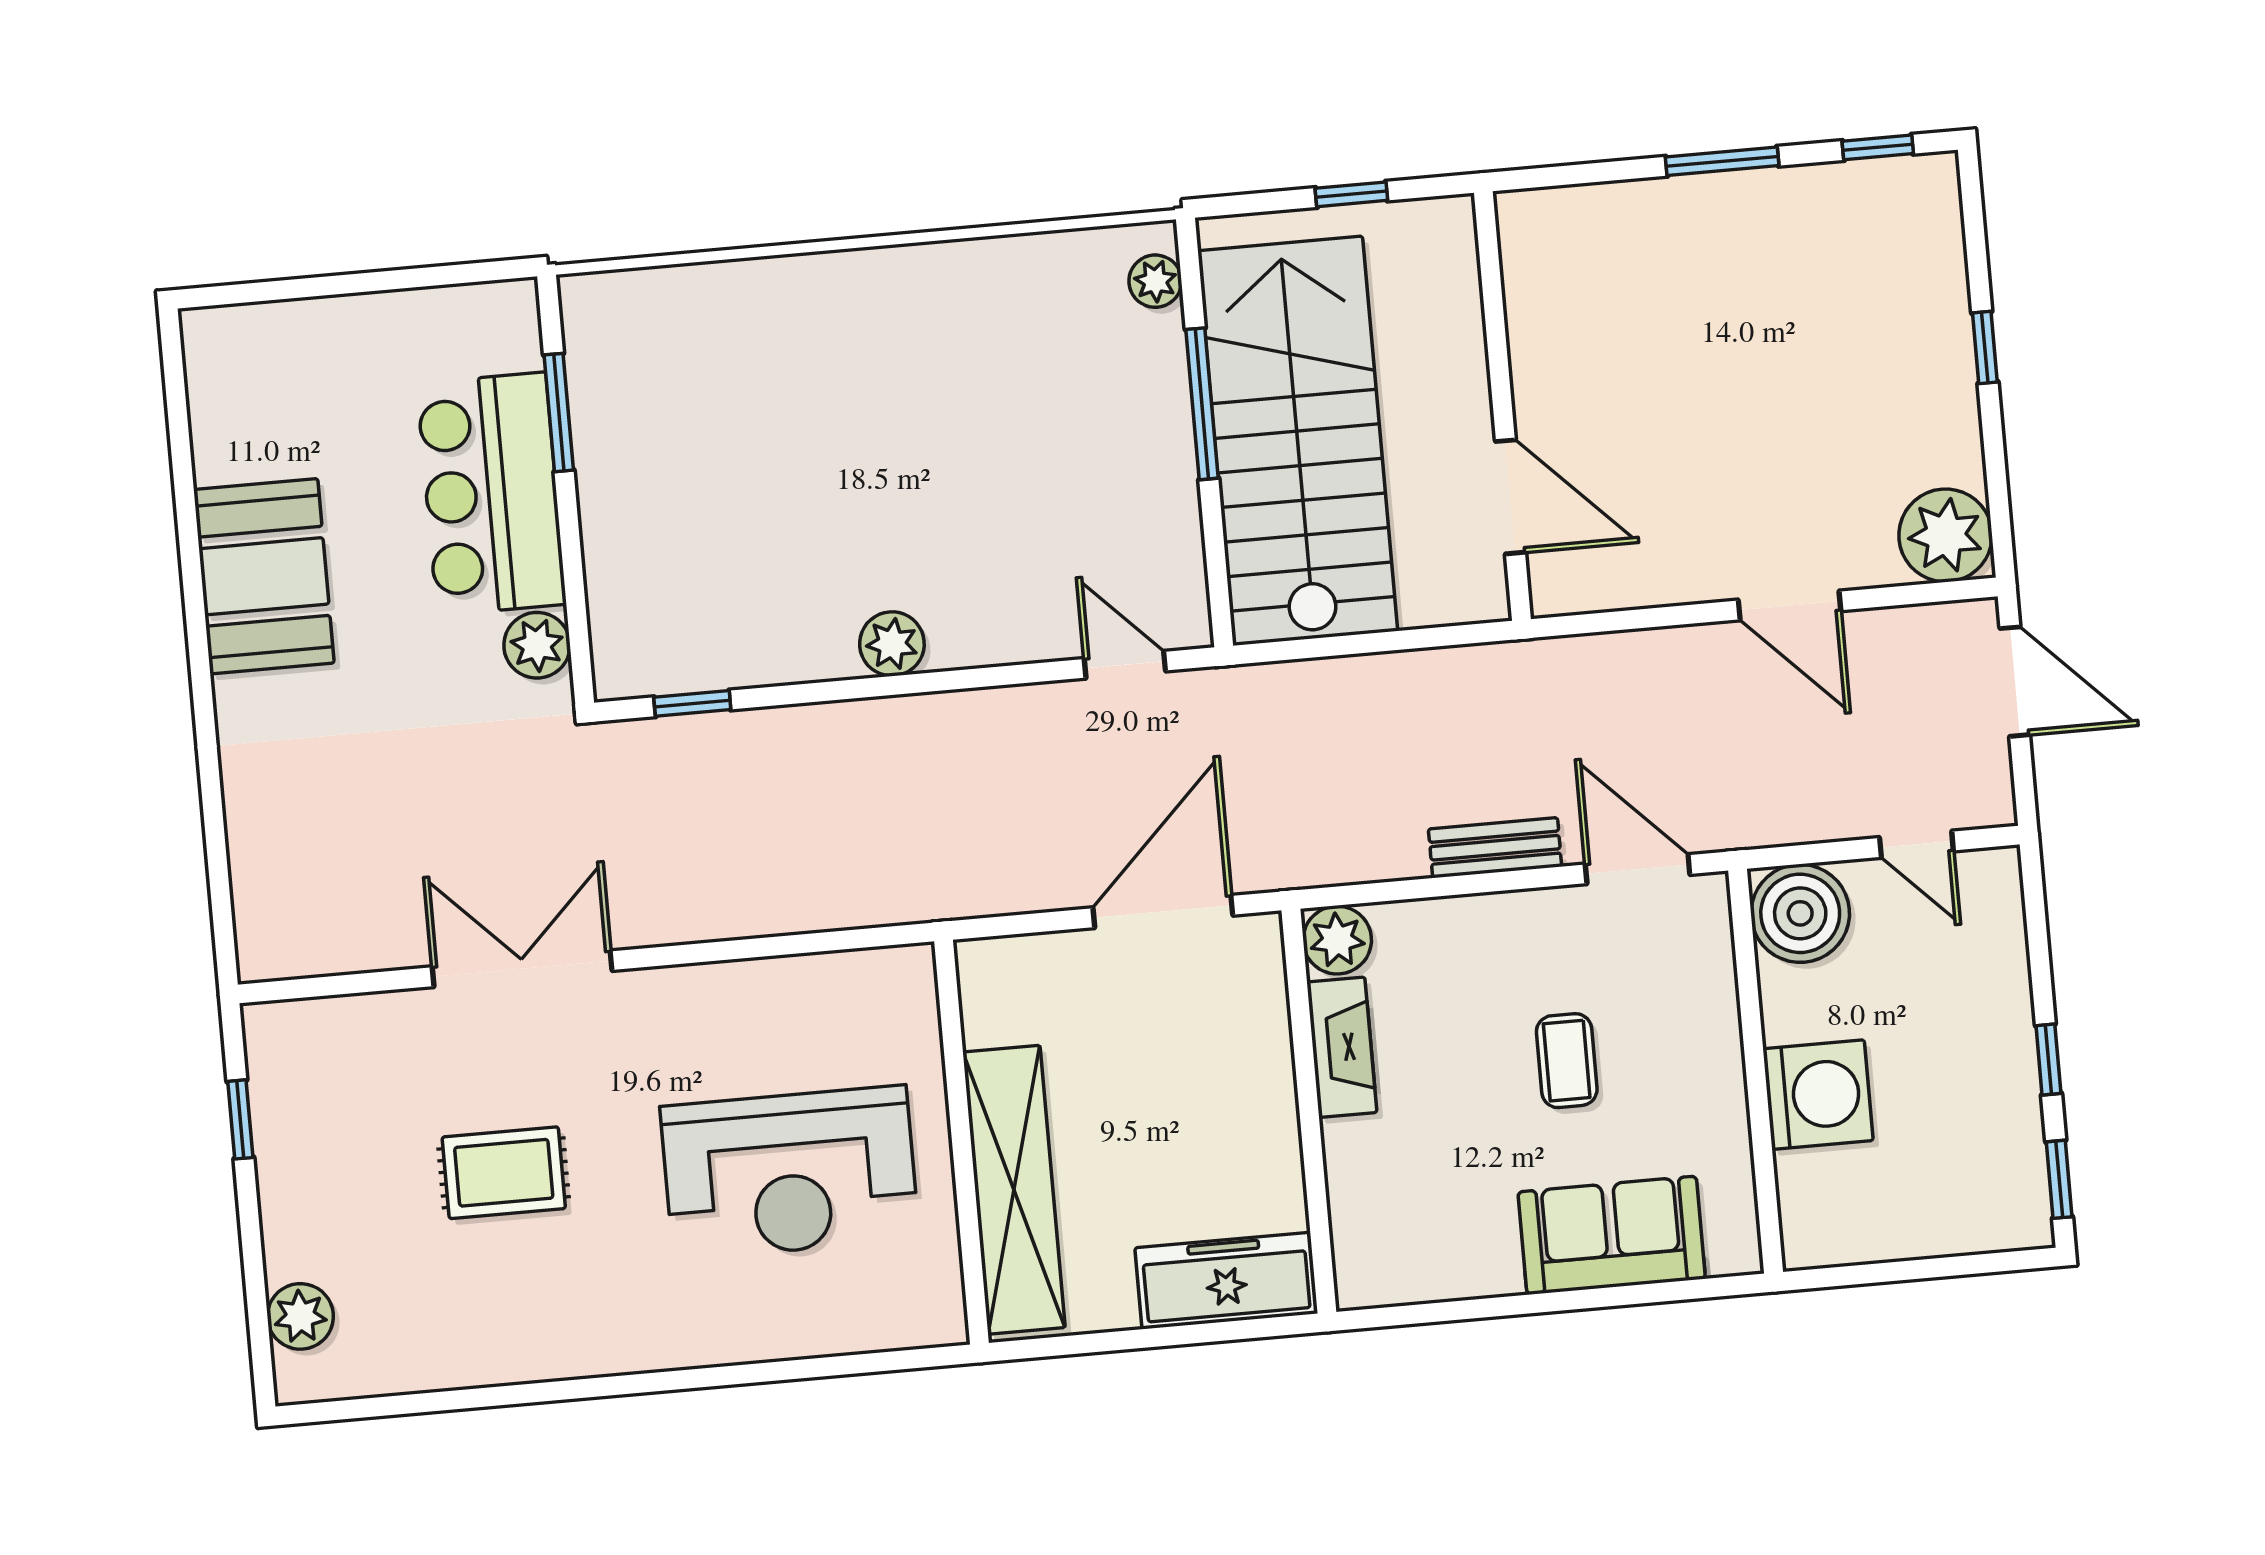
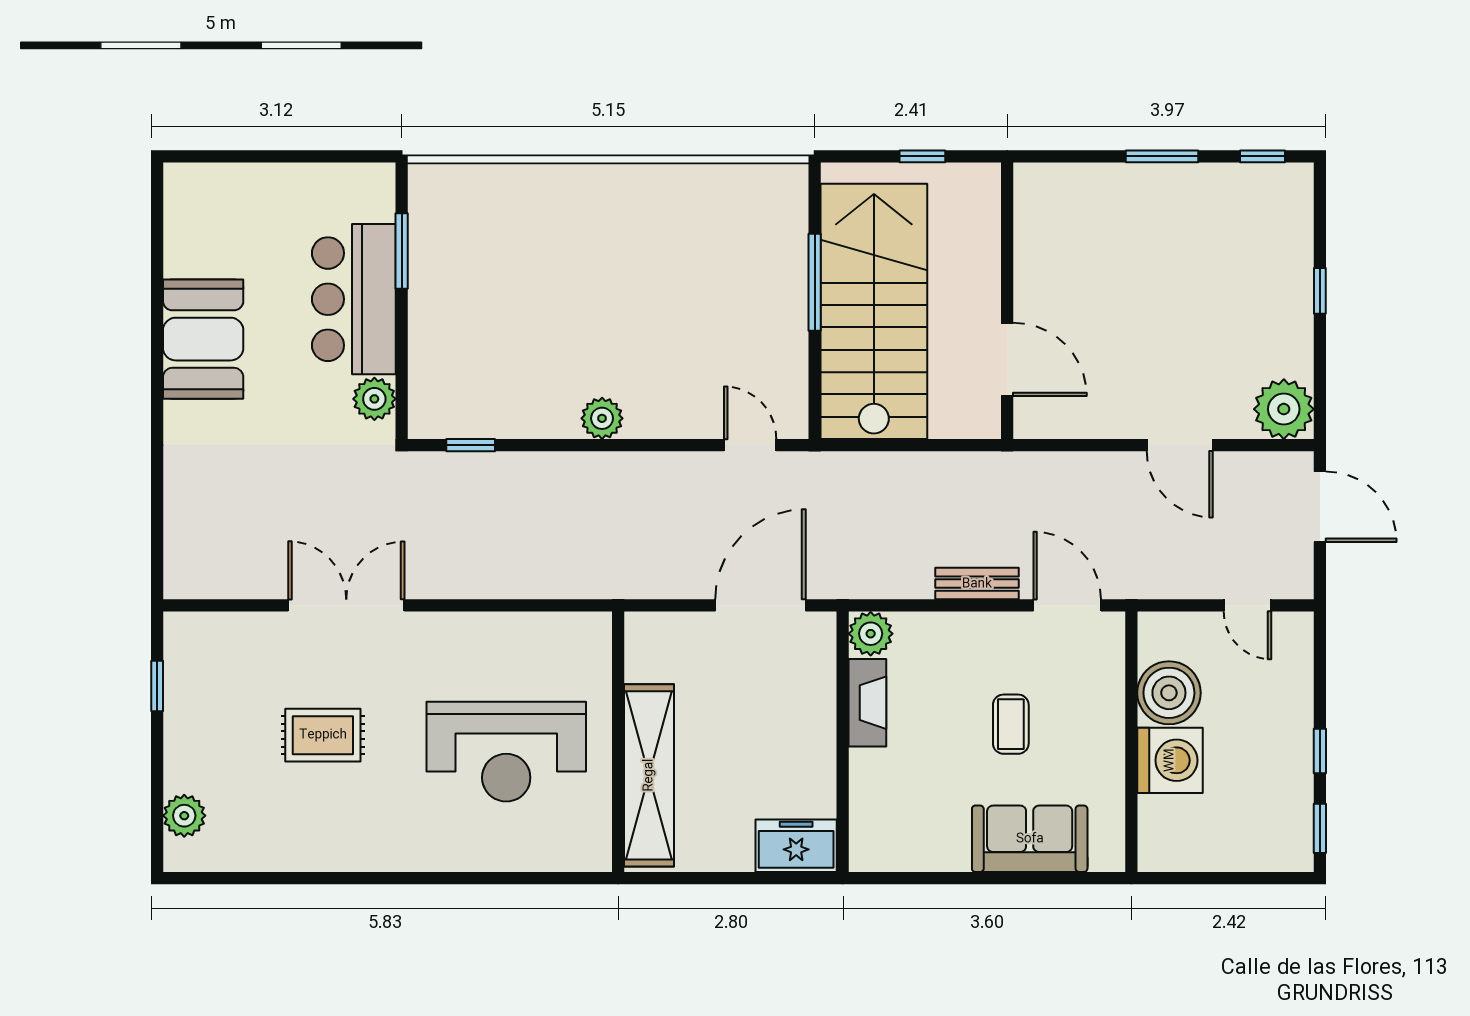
plant: (1155, 281) -> (792, 201), removed
boiler: (1800, 913) -> (1169, 693), moved
freezer: (1226, 1281) -> (796, 846), width x0.71

